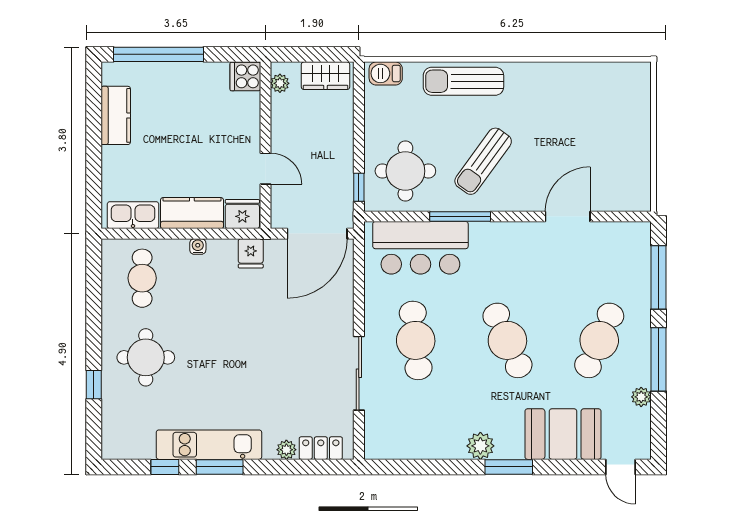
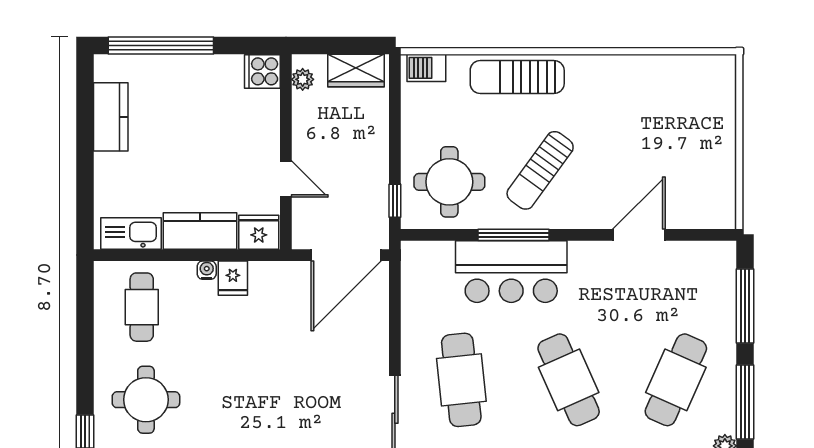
bar counter: (420, 248) -> (511, 272), moved
fridge: (251, 253) -> (233, 278), moved

